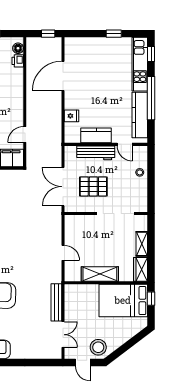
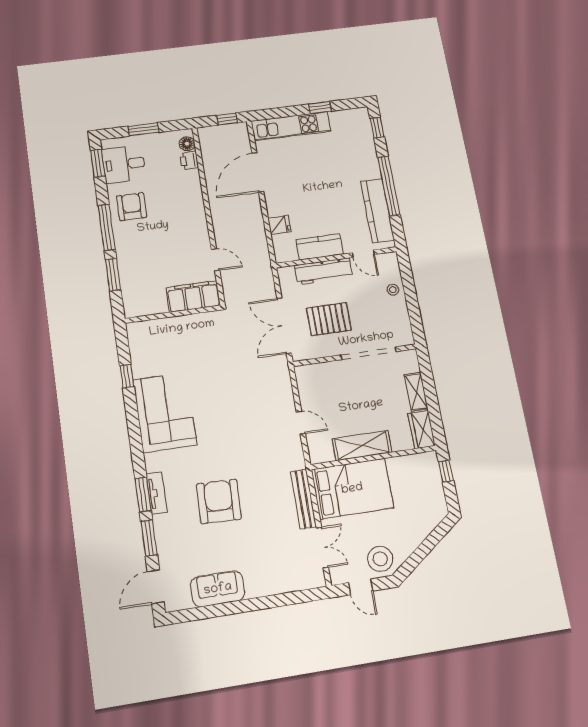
kitchen unit: (140, 64) -> (291, 126), moved, turned -90
door: (25, 134) -> (215, 260), swing flipped
bed: (123, 300) -> (352, 489), moved, turned 180

